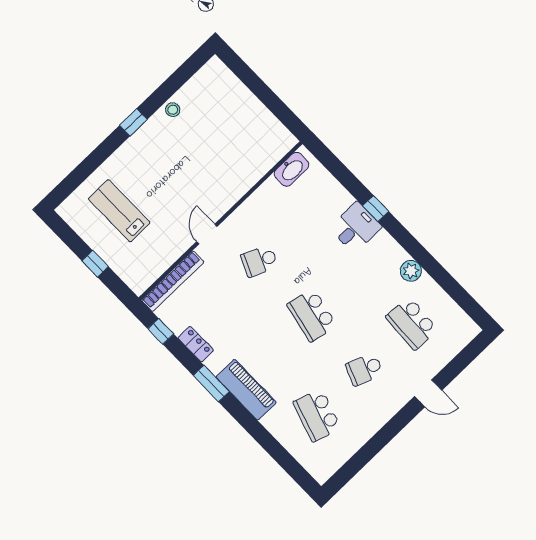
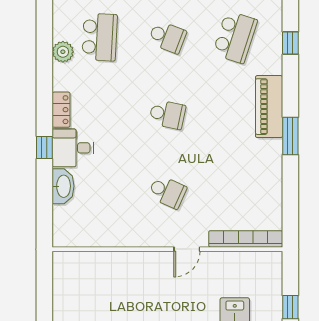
washbasin: (292, 169) -> (63, 186), moved, turned 90
plant: (411, 271) -> (63, 52), moved
school desk: (312, 315) -> (167, 114), width x0.54
window: (161, 331) -> (290, 43), moved
locker: (196, 344) -> (61, 110), moved, turned 180

